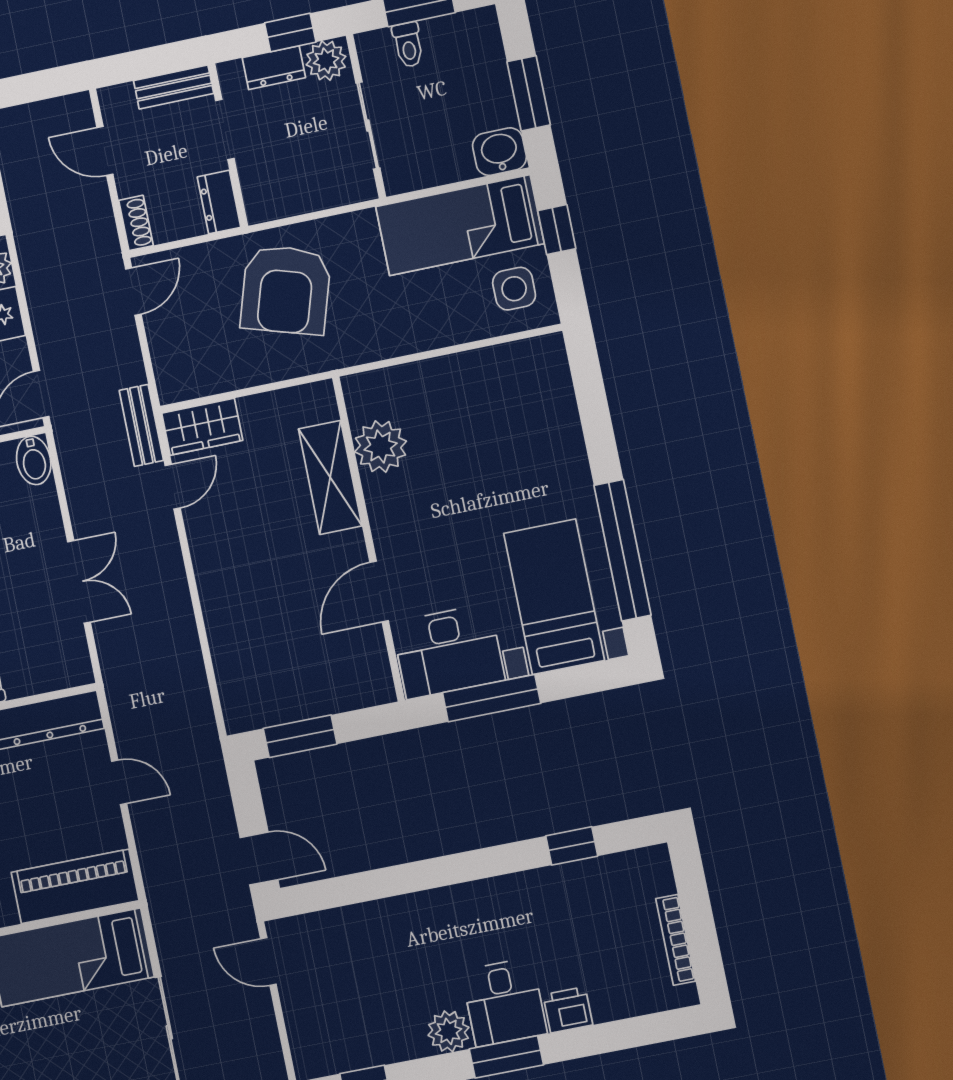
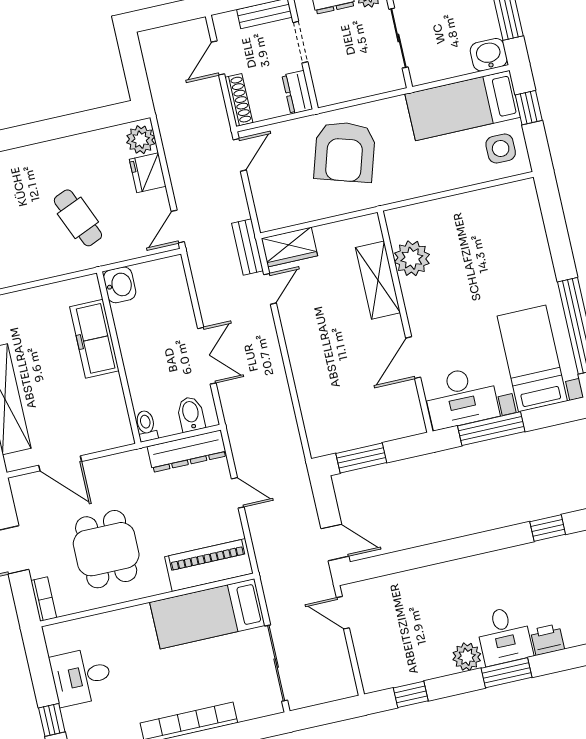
door: (105, 151) -> (218, 58), hinge flipped
shoe rack: (136, 223) -> (239, 100), width x1.43
bidet: (34, 460) -> (191, 414), moved, turned 180

